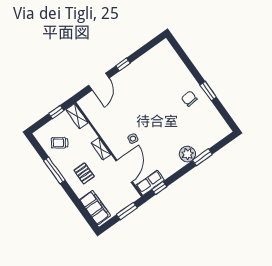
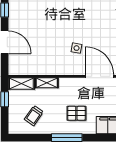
shelving: (101, 149) -> (47, 83), moved
window: (54, 170) -> (67, 138), moved

